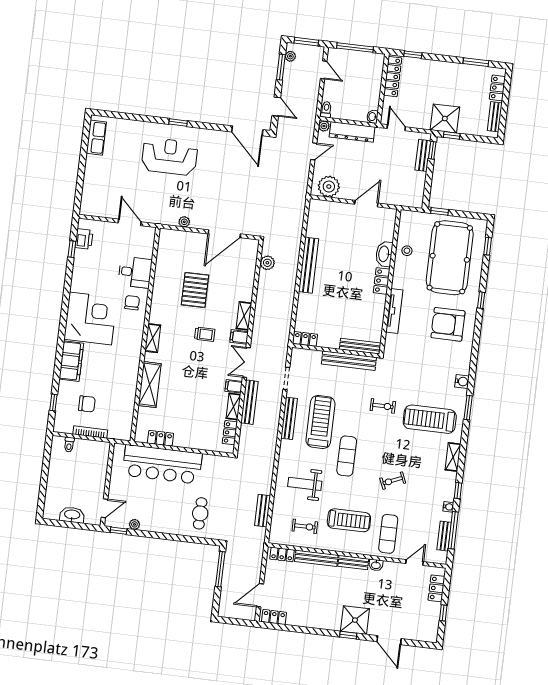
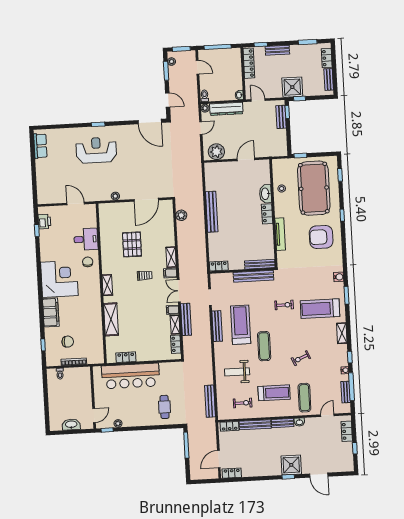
bench: (434, 66) -> (277, 50), added
bench: (262, 511) -> (210, 401), width x1.36

